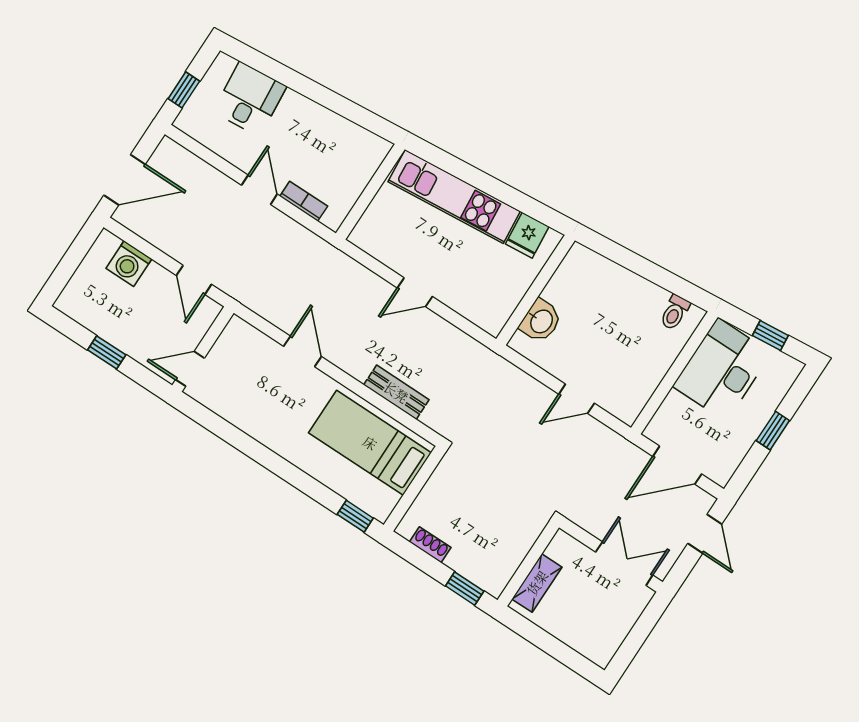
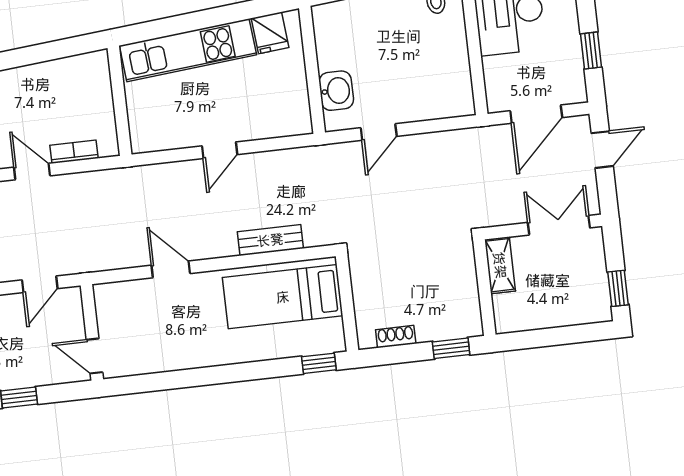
door: (194, 280) -> (40, 284), hinge flipped
door: (190, 369) -> (95, 356), hinge flipped
door: (577, 399) -> (379, 132), moved
window: (773, 431) -> (591, 51), moved
door: (705, 534) -> (602, 150), hinge flipped
shelving: (537, 583) -> (500, 265), moved
window: (629, 649) -> (618, 288), added

